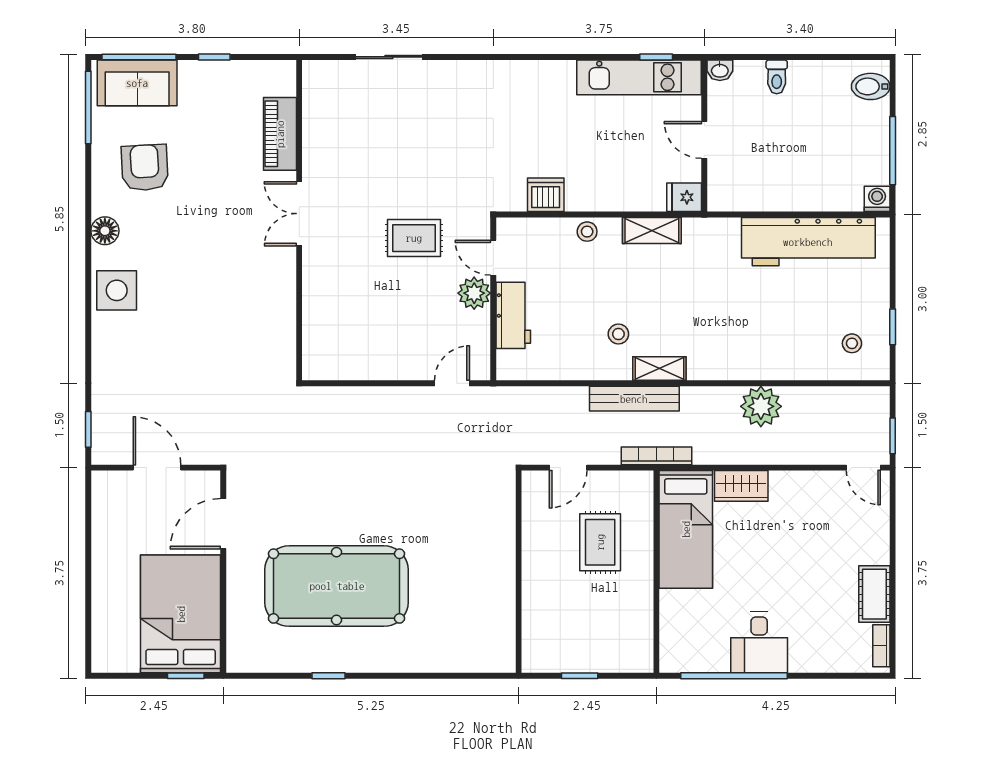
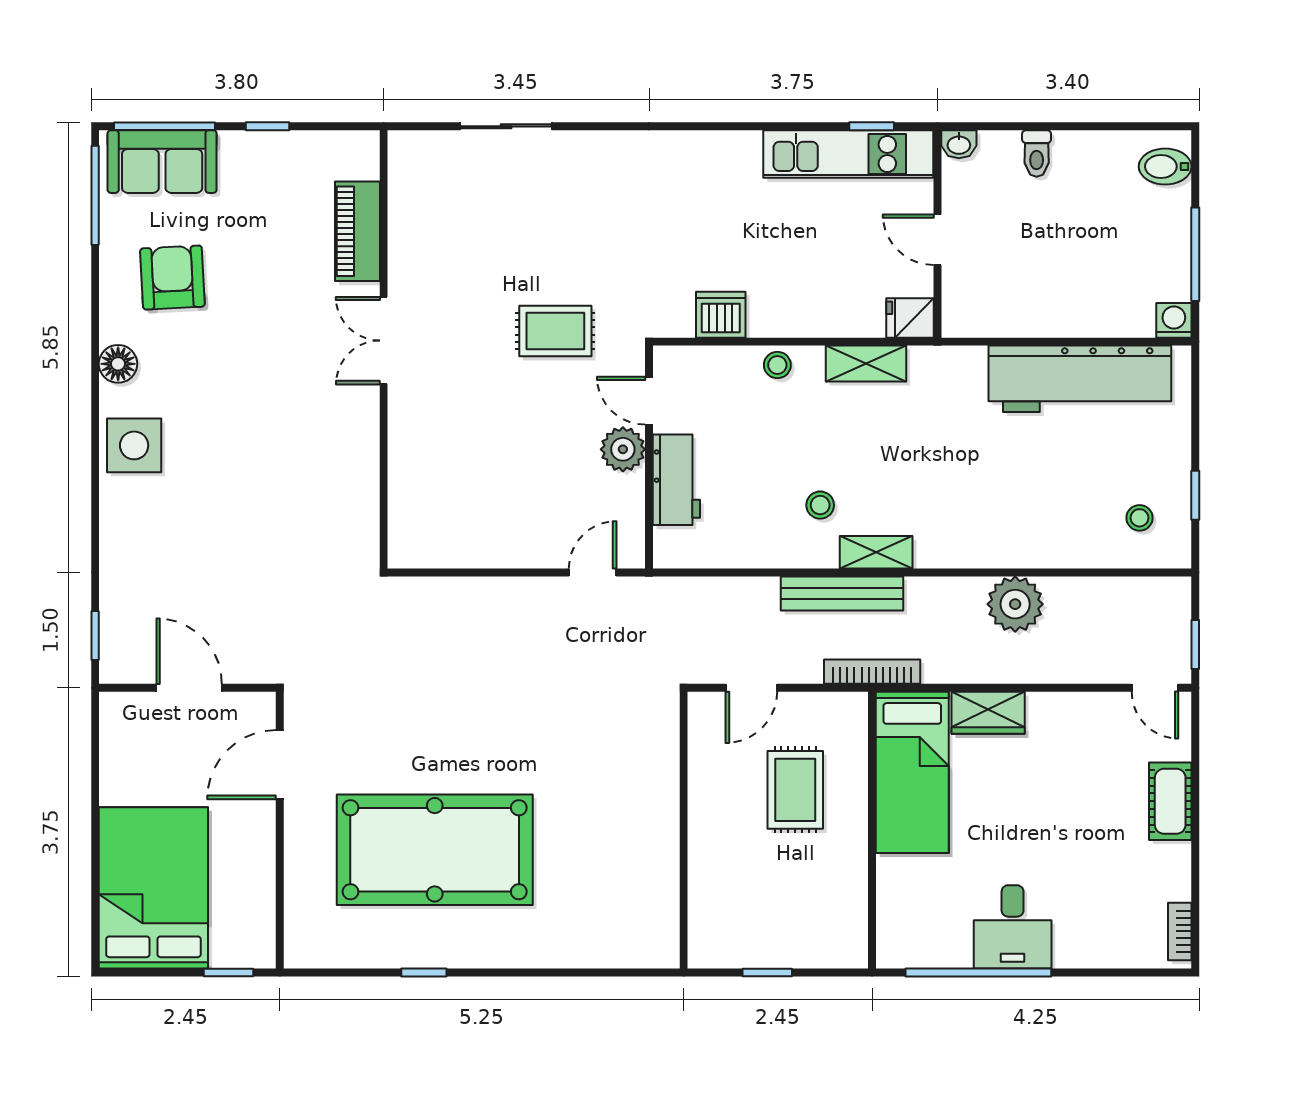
rug: (414, 238) -> (555, 331), moved
cot: (874, 594) -> (1170, 801), moved
bed: (181, 614) -> (153, 888), moved

